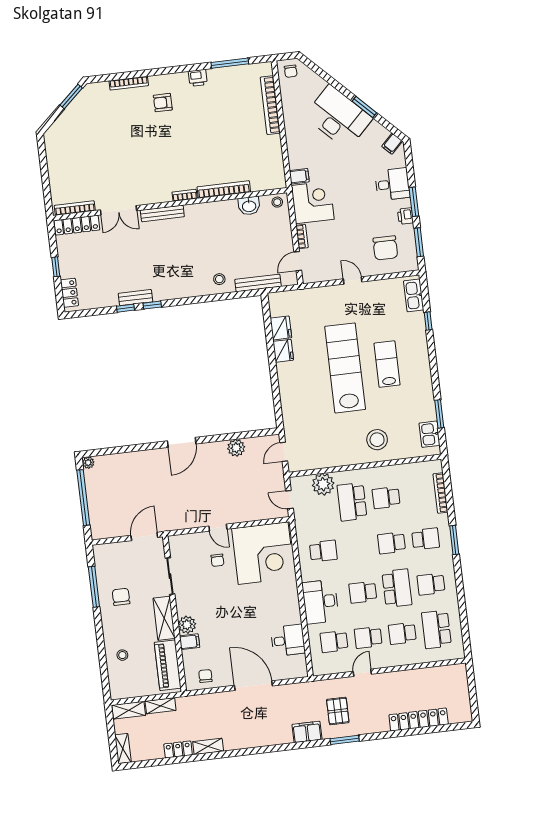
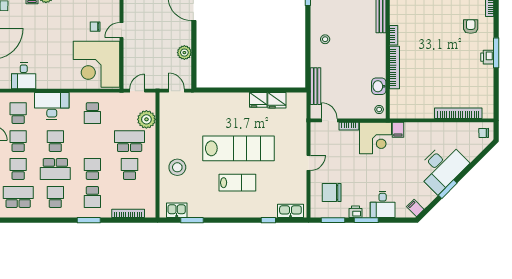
window: (230, 63) -> (496, 53), moved
stool: (219, 279) -> (325, 39), moved

